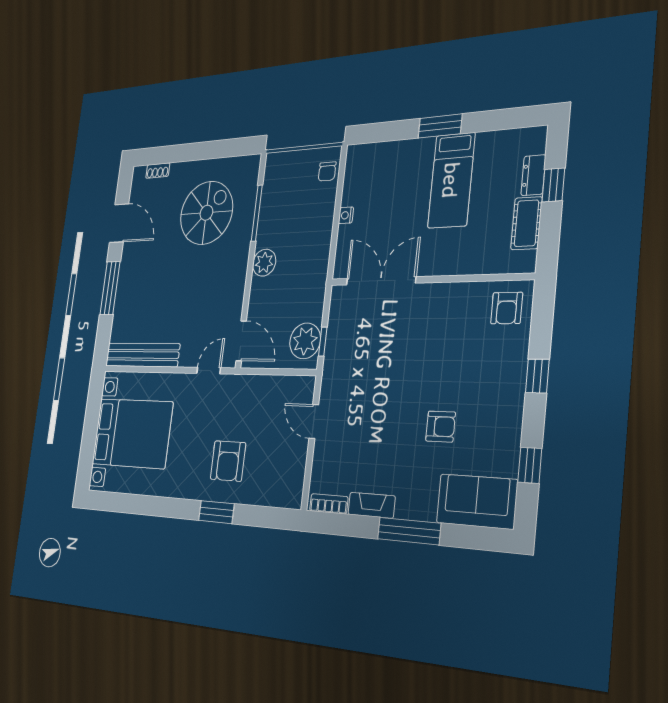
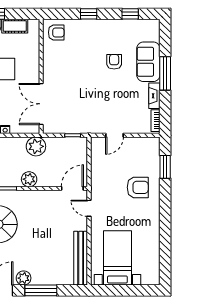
plant: (130, 259) -> (24, 278), added
plant: (305, 341) -> (36, 146), moved
bed with nightstands: (132, 433) -> (117, 258), width x0.73
sofa: (477, 501) -> (148, 62), moved
window: (216, 512) -> (165, 167), moved

